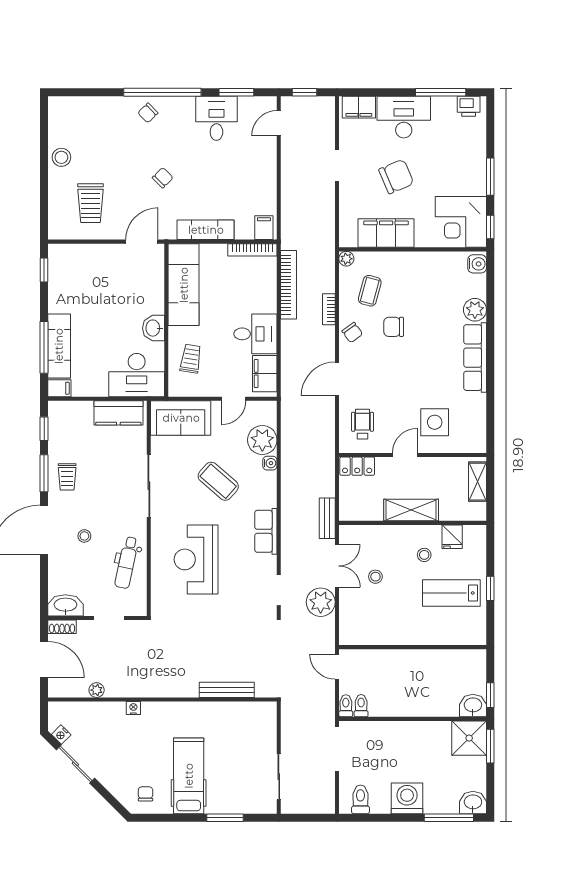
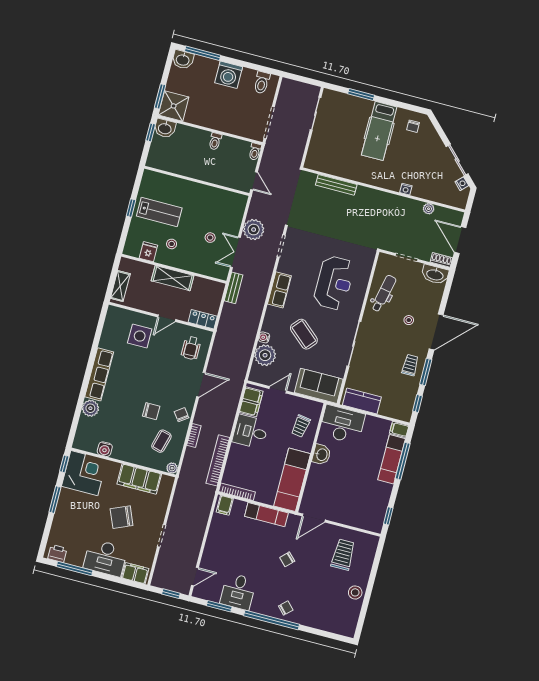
water cooler: (477, 264) -> (105, 449), moved, turned -90
toilet: (361, 706) -> (215, 141), moved

